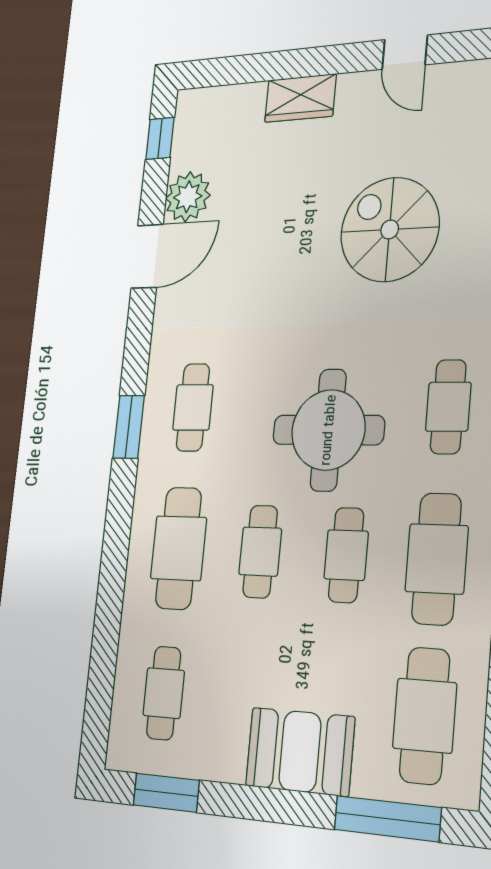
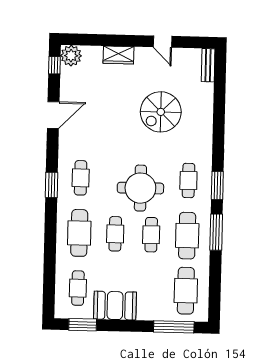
plant: (188, 197) -> (71, 56), moved
spiral stairs: (390, 229) -> (161, 112), turned -90
booth: (300, 752) -> (115, 306), moved

